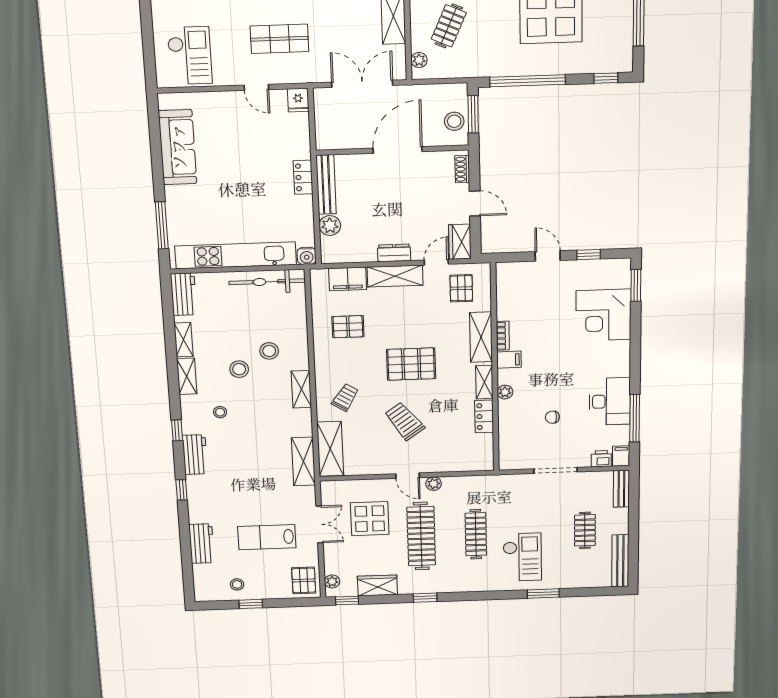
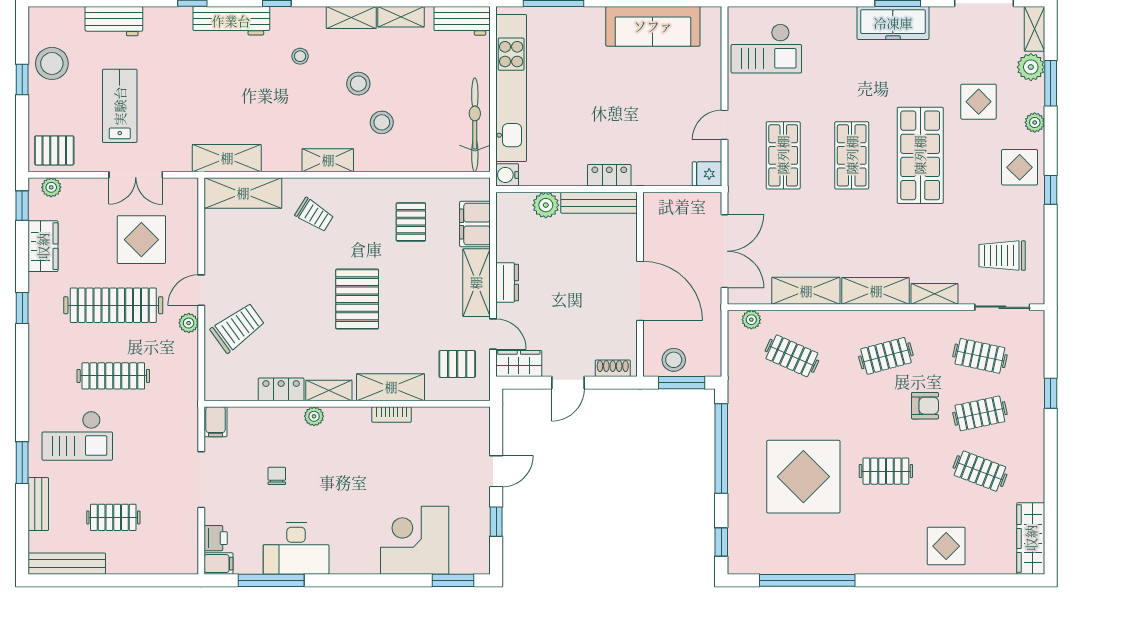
filing cabinet: (509, 360) -> (216, 422), moved
trolley: (404, 421) -> (238, 328), moved
workbench: (195, 455) -> (231, 21), width x1.38
bench: (621, 489) -> (38, 504), moved, turned 90
stool: (237, 584) -> (52, 63), width x1.89, depth x1.89

